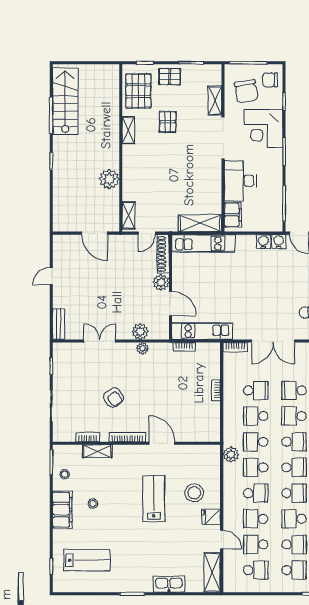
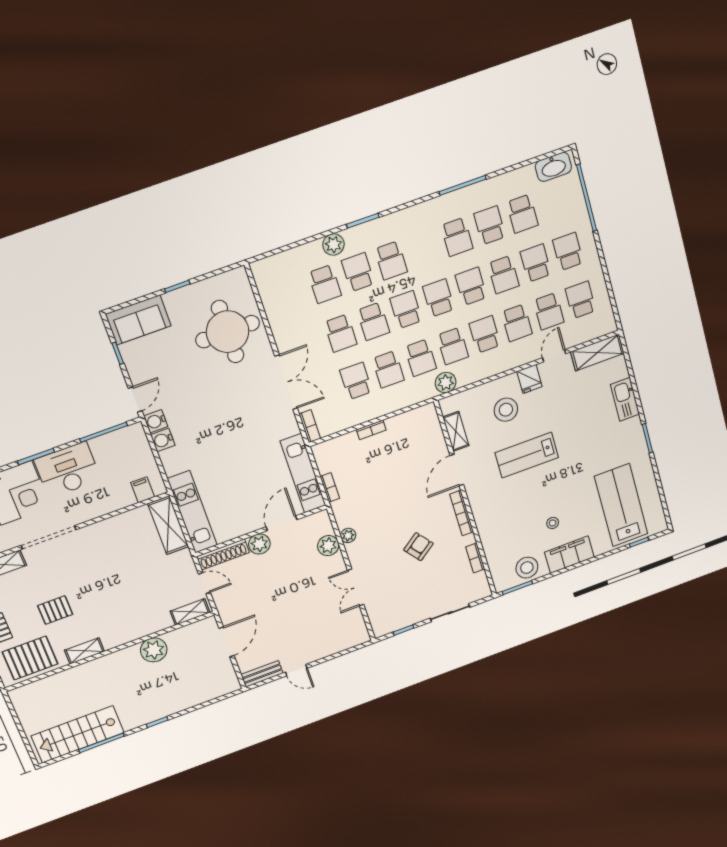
desk: (240, 181) -> (68, 470), moved, turned 180
filing cabinet: (233, 215) -> (143, 490), width x0.50
bench: (59, 324) -> (262, 674), moved
shelving: (97, 451) -> (456, 431), moved
stool: (65, 474) -> (527, 568), width x1.89, depth x1.89
lab bench: (87, 560) -> (621, 505), width x1.36, depth x1.39

